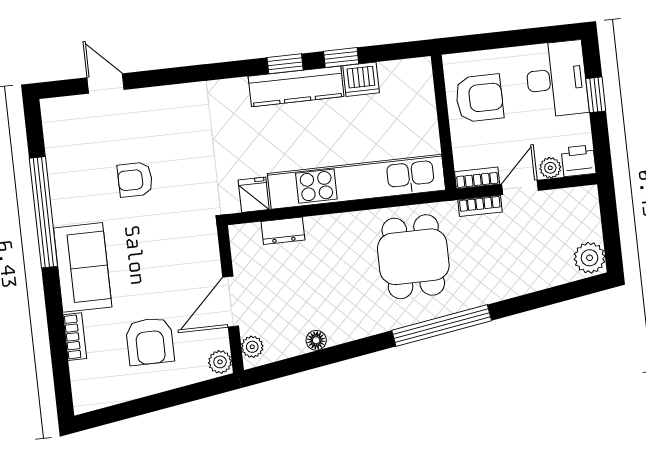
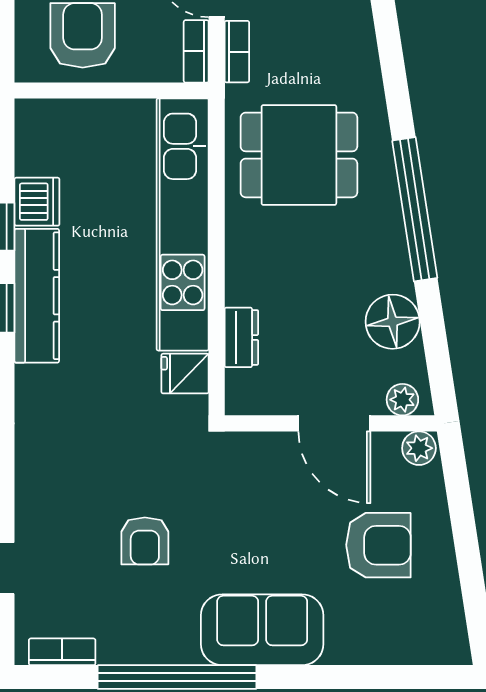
window: (442, 325) -> (415, 209), moved
bookcase: (75, 337) -> (62, 652), moved
floor lamp: (316, 340) -> (393, 322), width x1.89, depth x1.89

